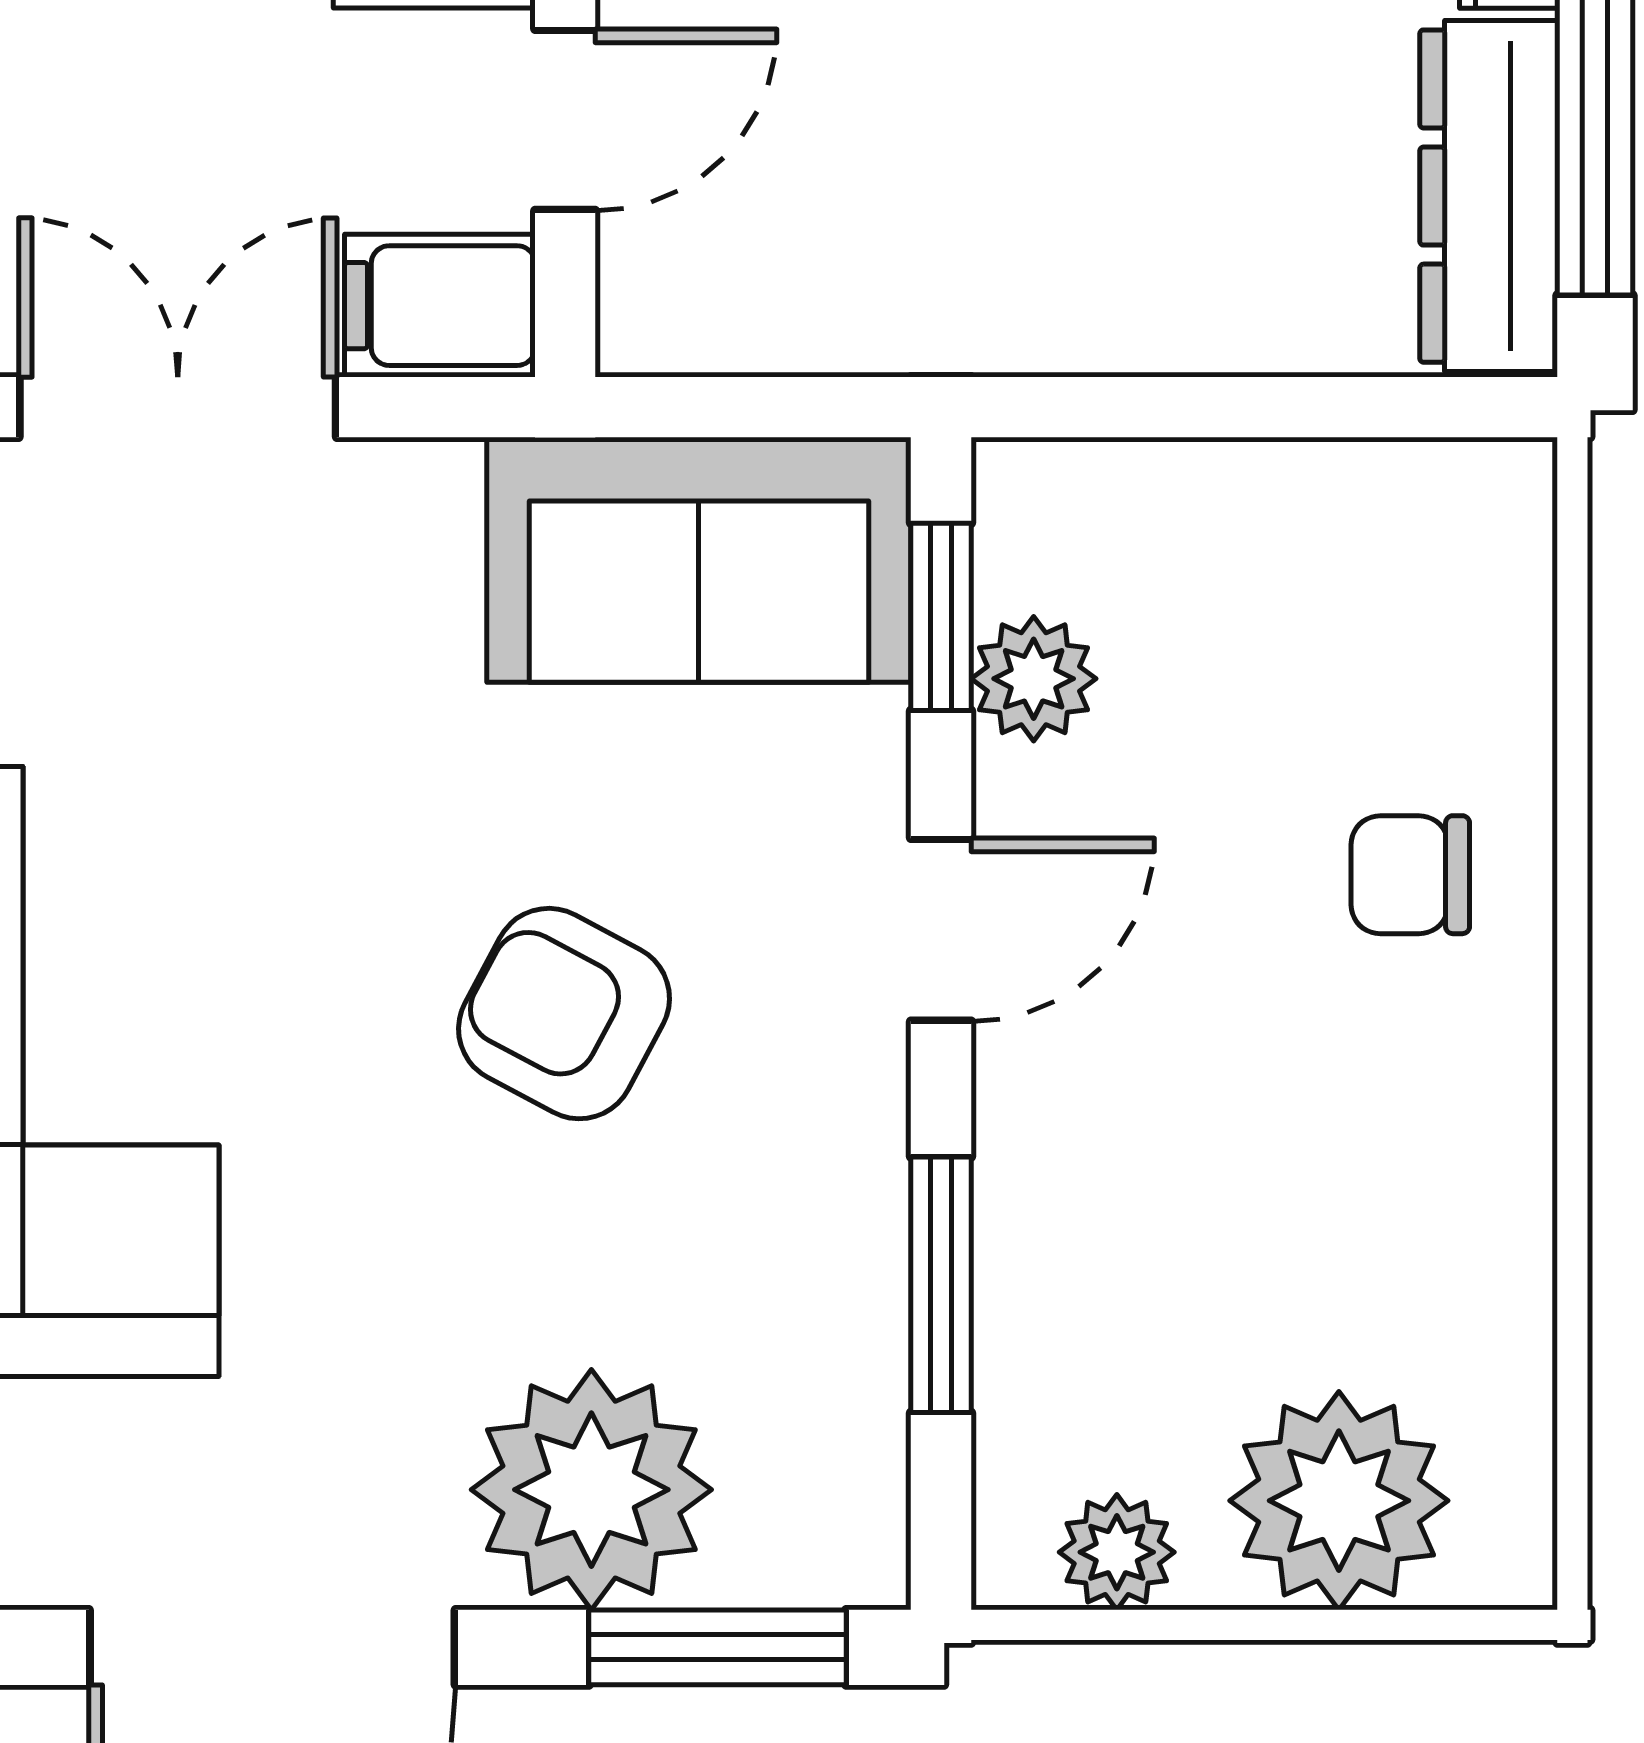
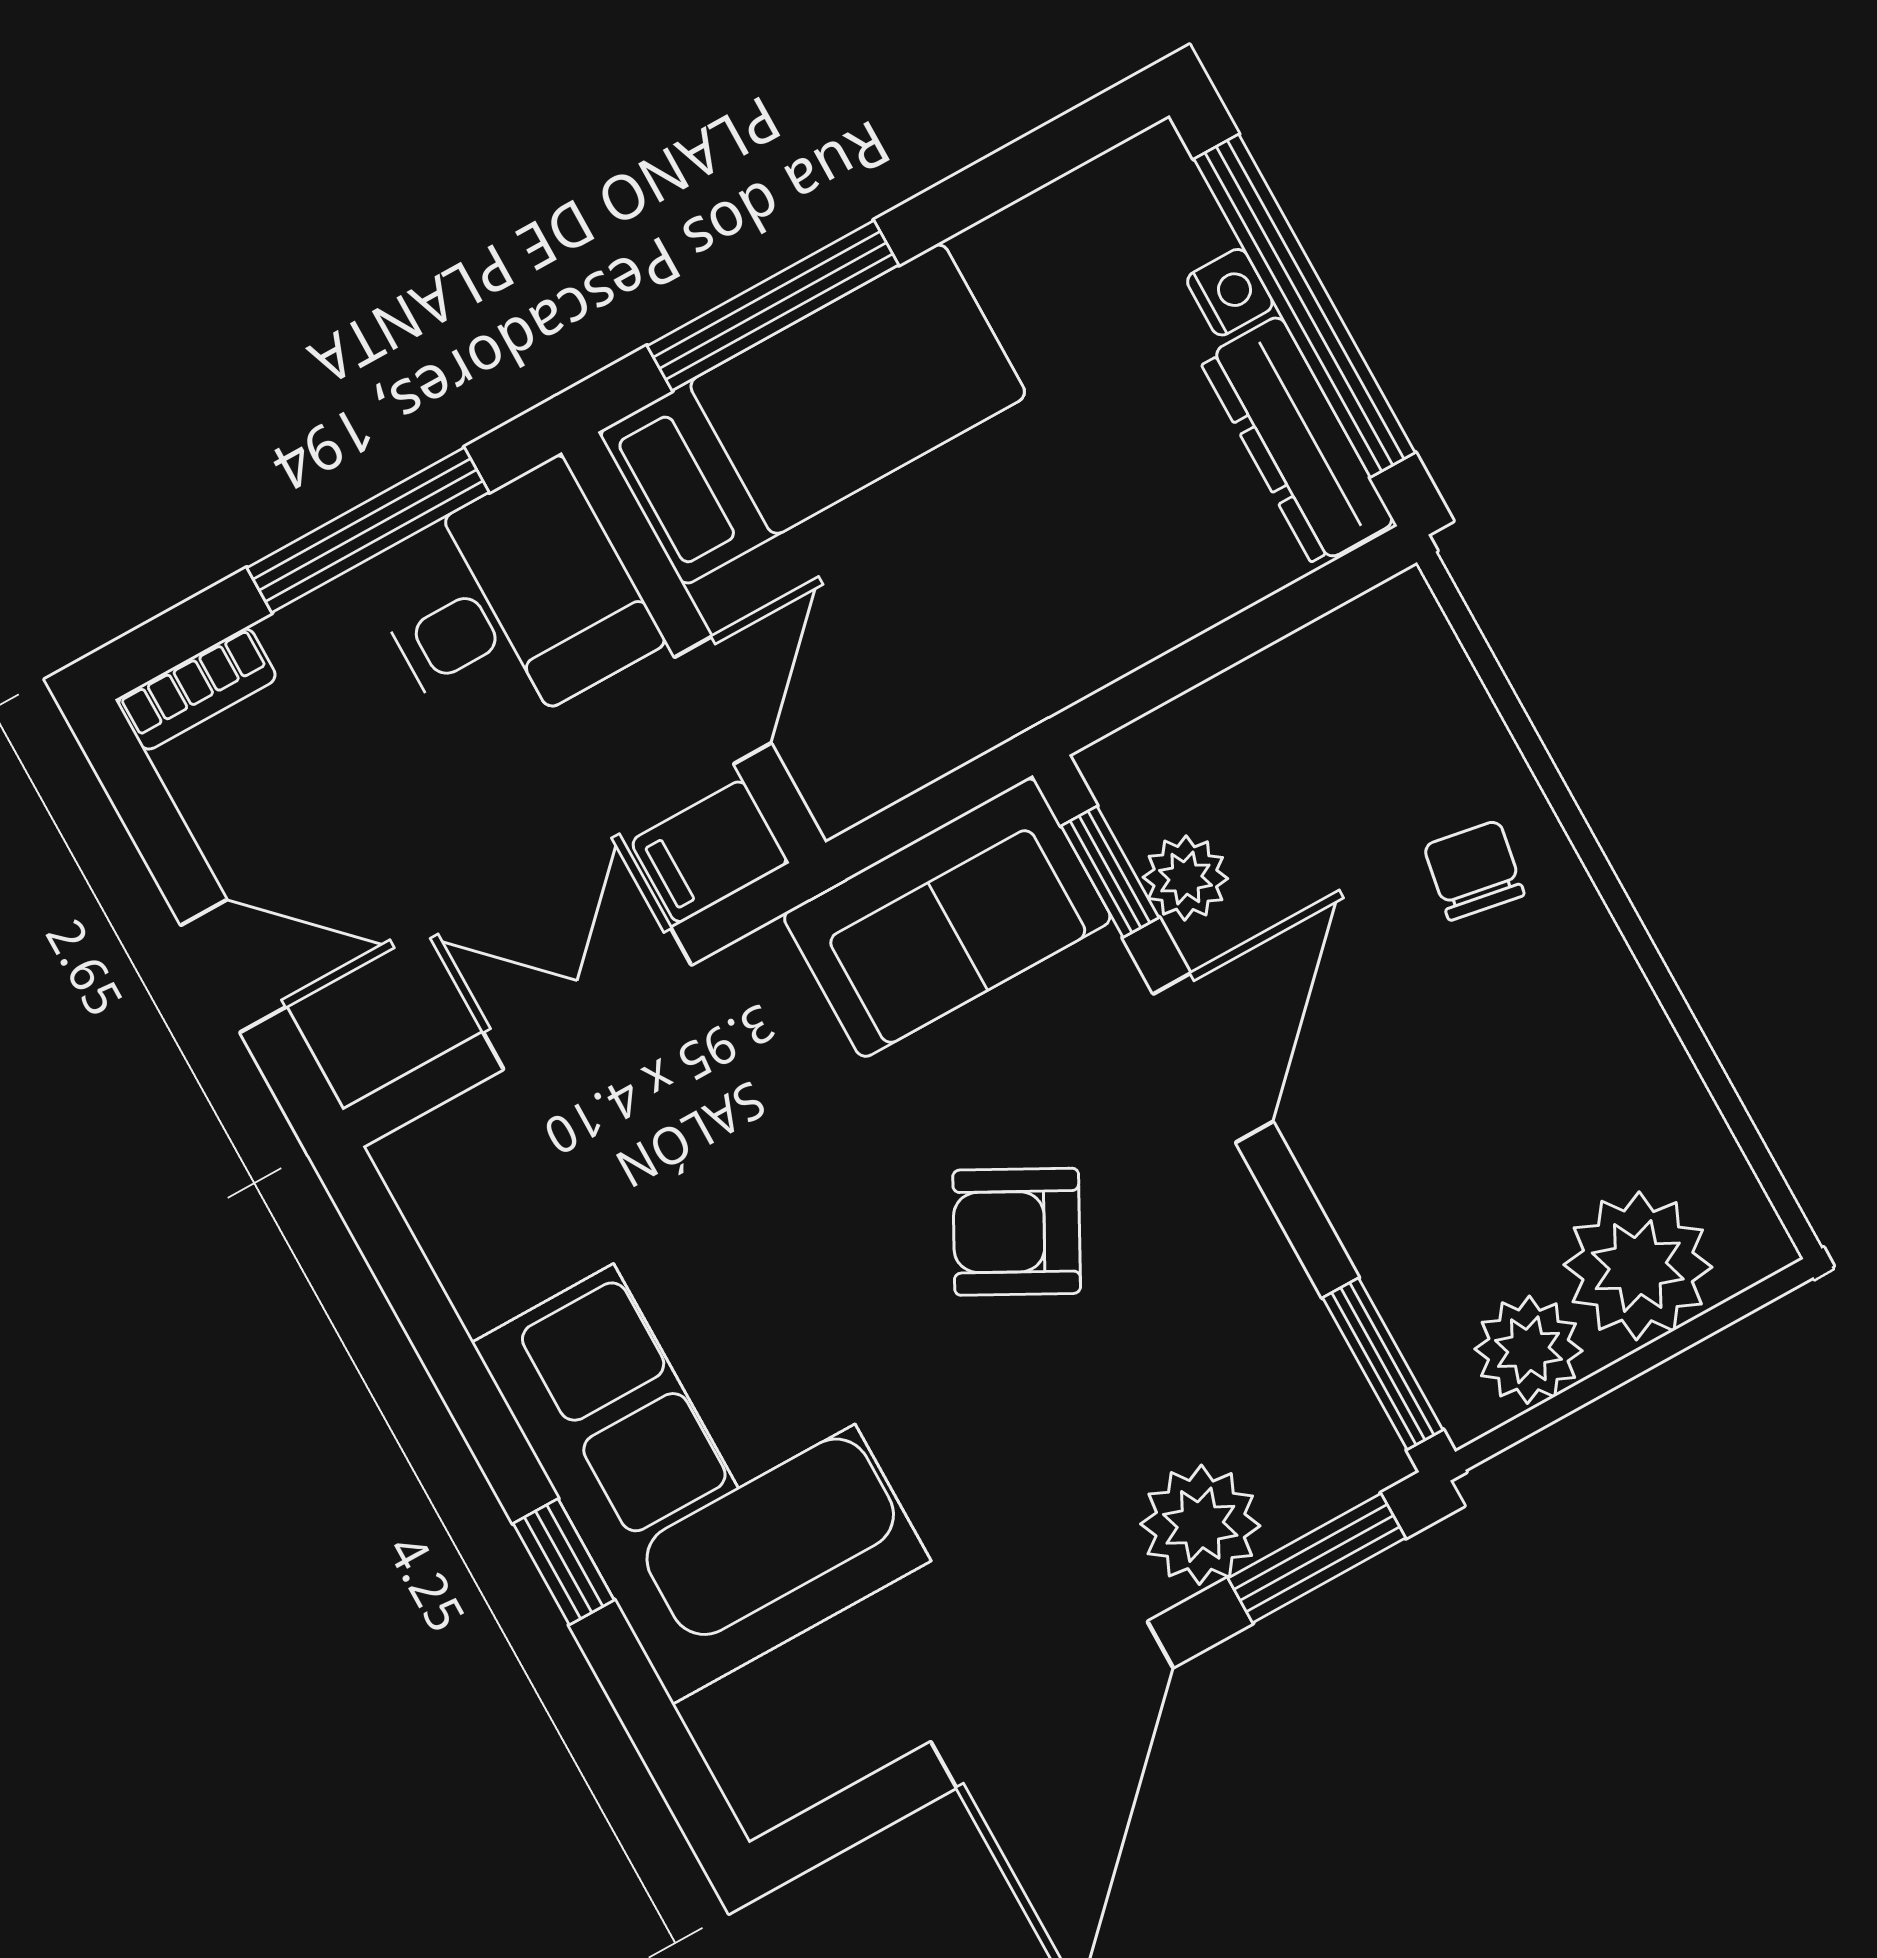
chair: (1410, 875) -> (1474, 870), turned 100
door: (941, 930) -> (1213, 1058), width x1.37
window: (941, 1285) -> (1383, 1364), moved
plant: (591, 1490) -> (1200, 1525), width x0.73, depth x0.73
plant: (1117, 1552) -> (1528, 1350), width x1.38, depth x1.38

